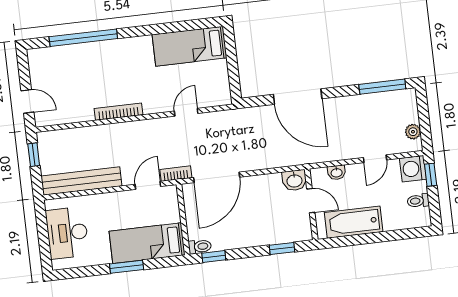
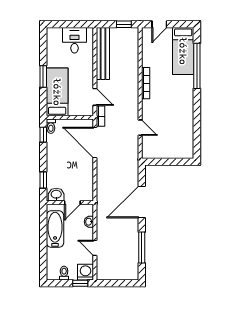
bed: (190, 46) -> (183, 51), moved, turned 180
window: (382, 87) -> (142, 247), moved
plant: (413, 132) -> (110, 275), removed
washbasin: (294, 180) -> (56, 195), moved, turned 90
desk: (67, 233) -> (74, 40), width x0.73

